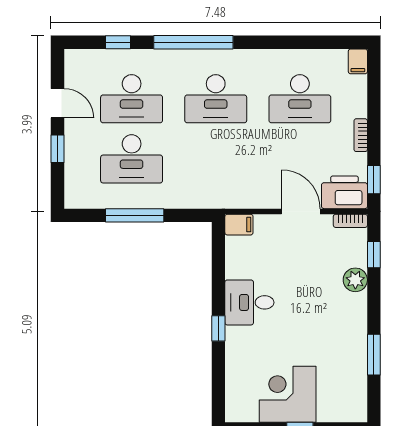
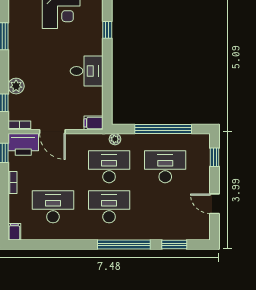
window: (118, 42) -> (174, 244), width x1.50
desk: (132, 99) -> (109, 167), moved
window: (58, 149) -> (215, 157), moved
plant: (207, 200) -> (115, 139), added
window: (135, 215) -> (163, 129), width x1.46
window: (218, 328) -> (107, 30), moved

